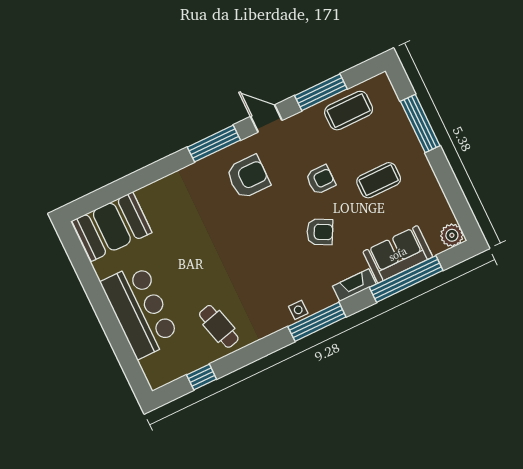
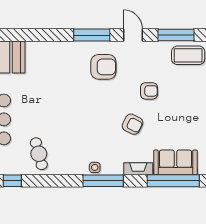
coffee table: (379, 180) -> (186, 109), removed

